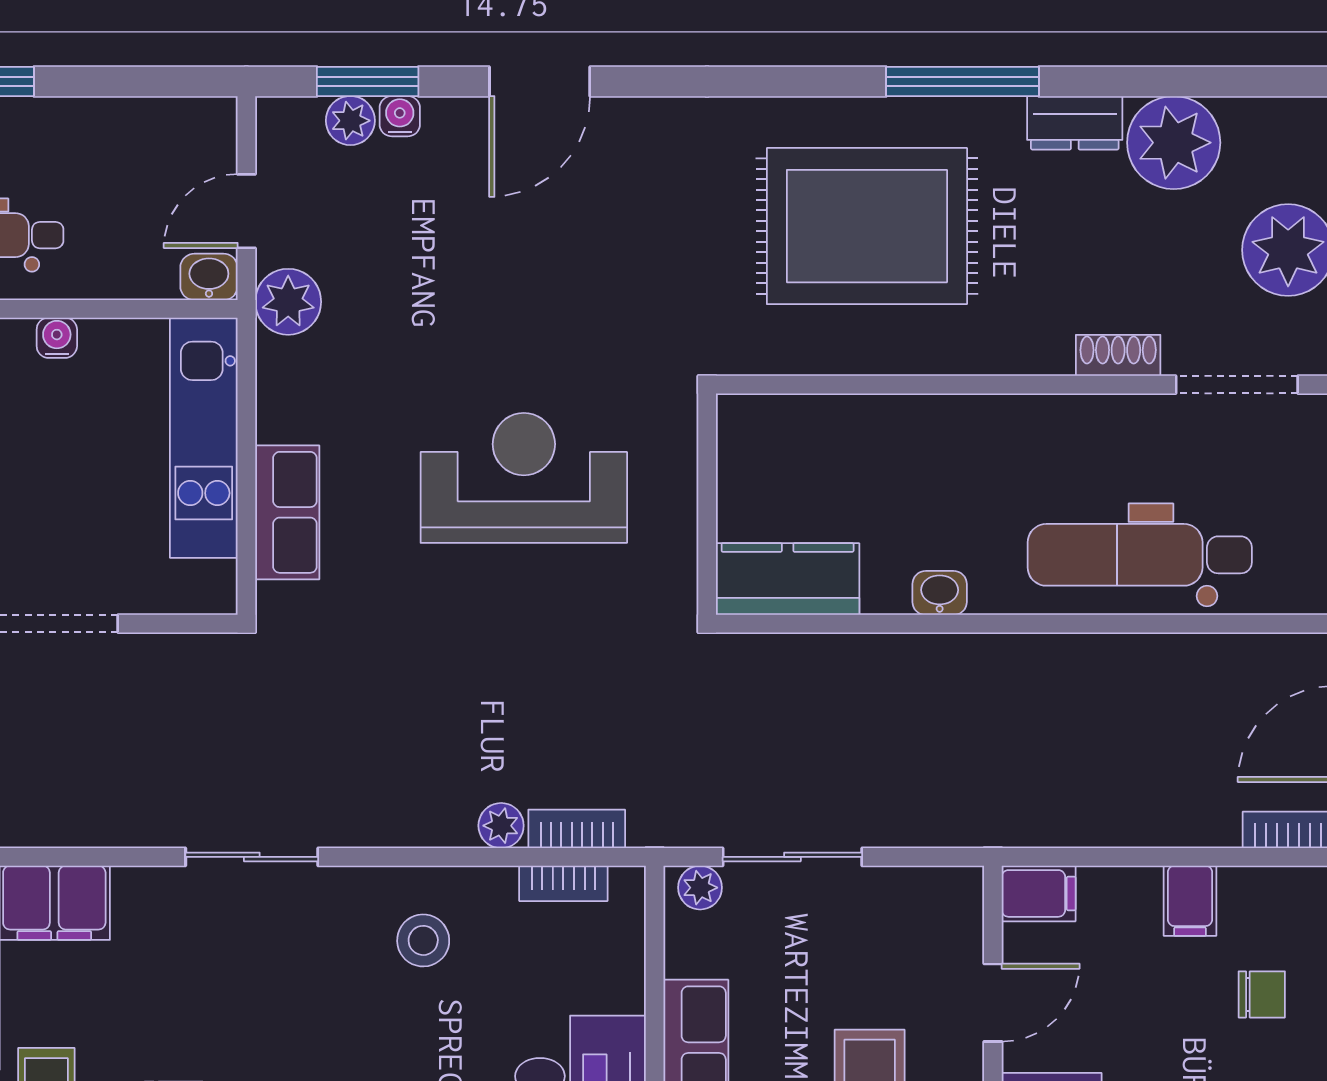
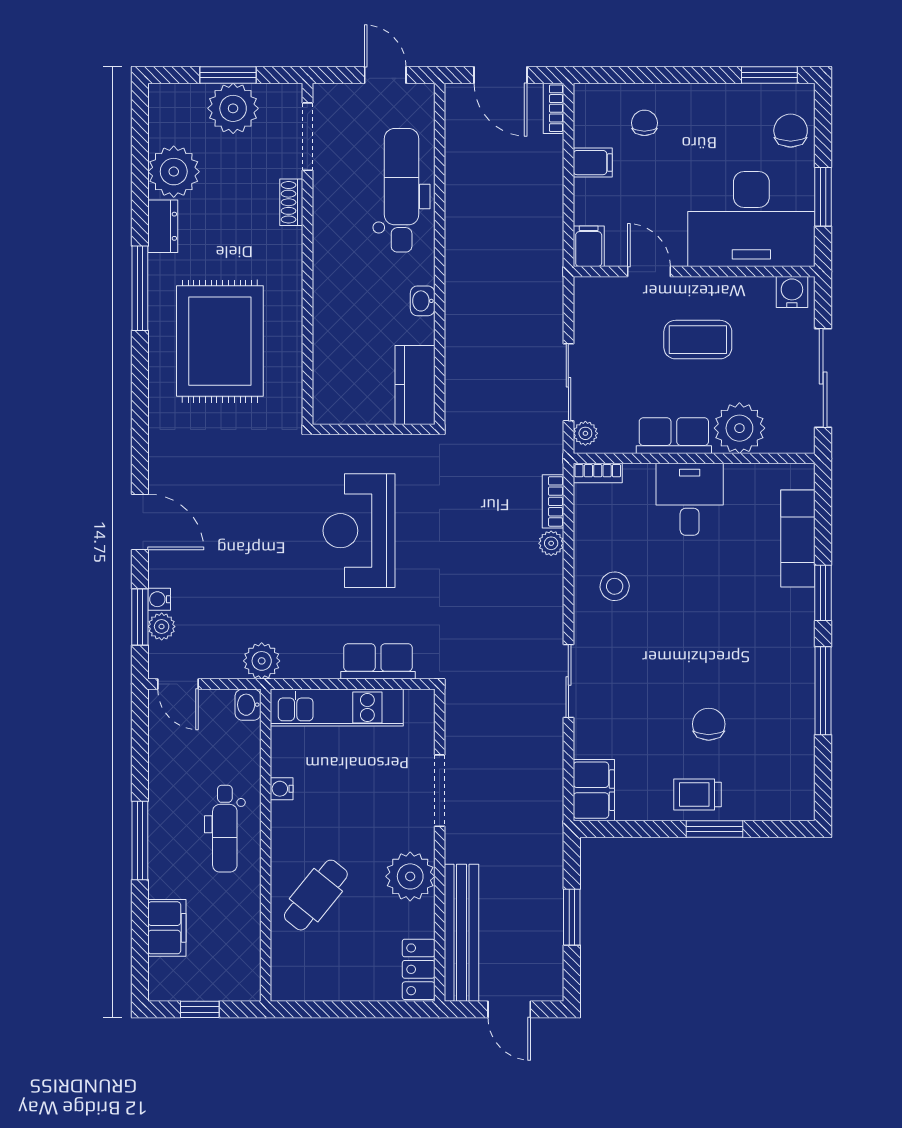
door: (246, 211) -> (178, 684), moved
dental chair: (1140, 555) -> (402, 190), turned 180
bookcase: (563, 883) -> (598, 473), moved, turned 90

